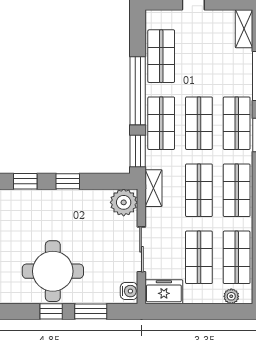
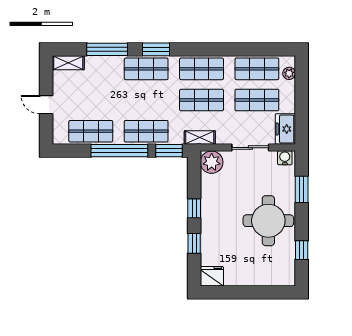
shop shelf: (199, 123) -> (146, 100), removed
window: (51, 311) -> (302, 250), moved

